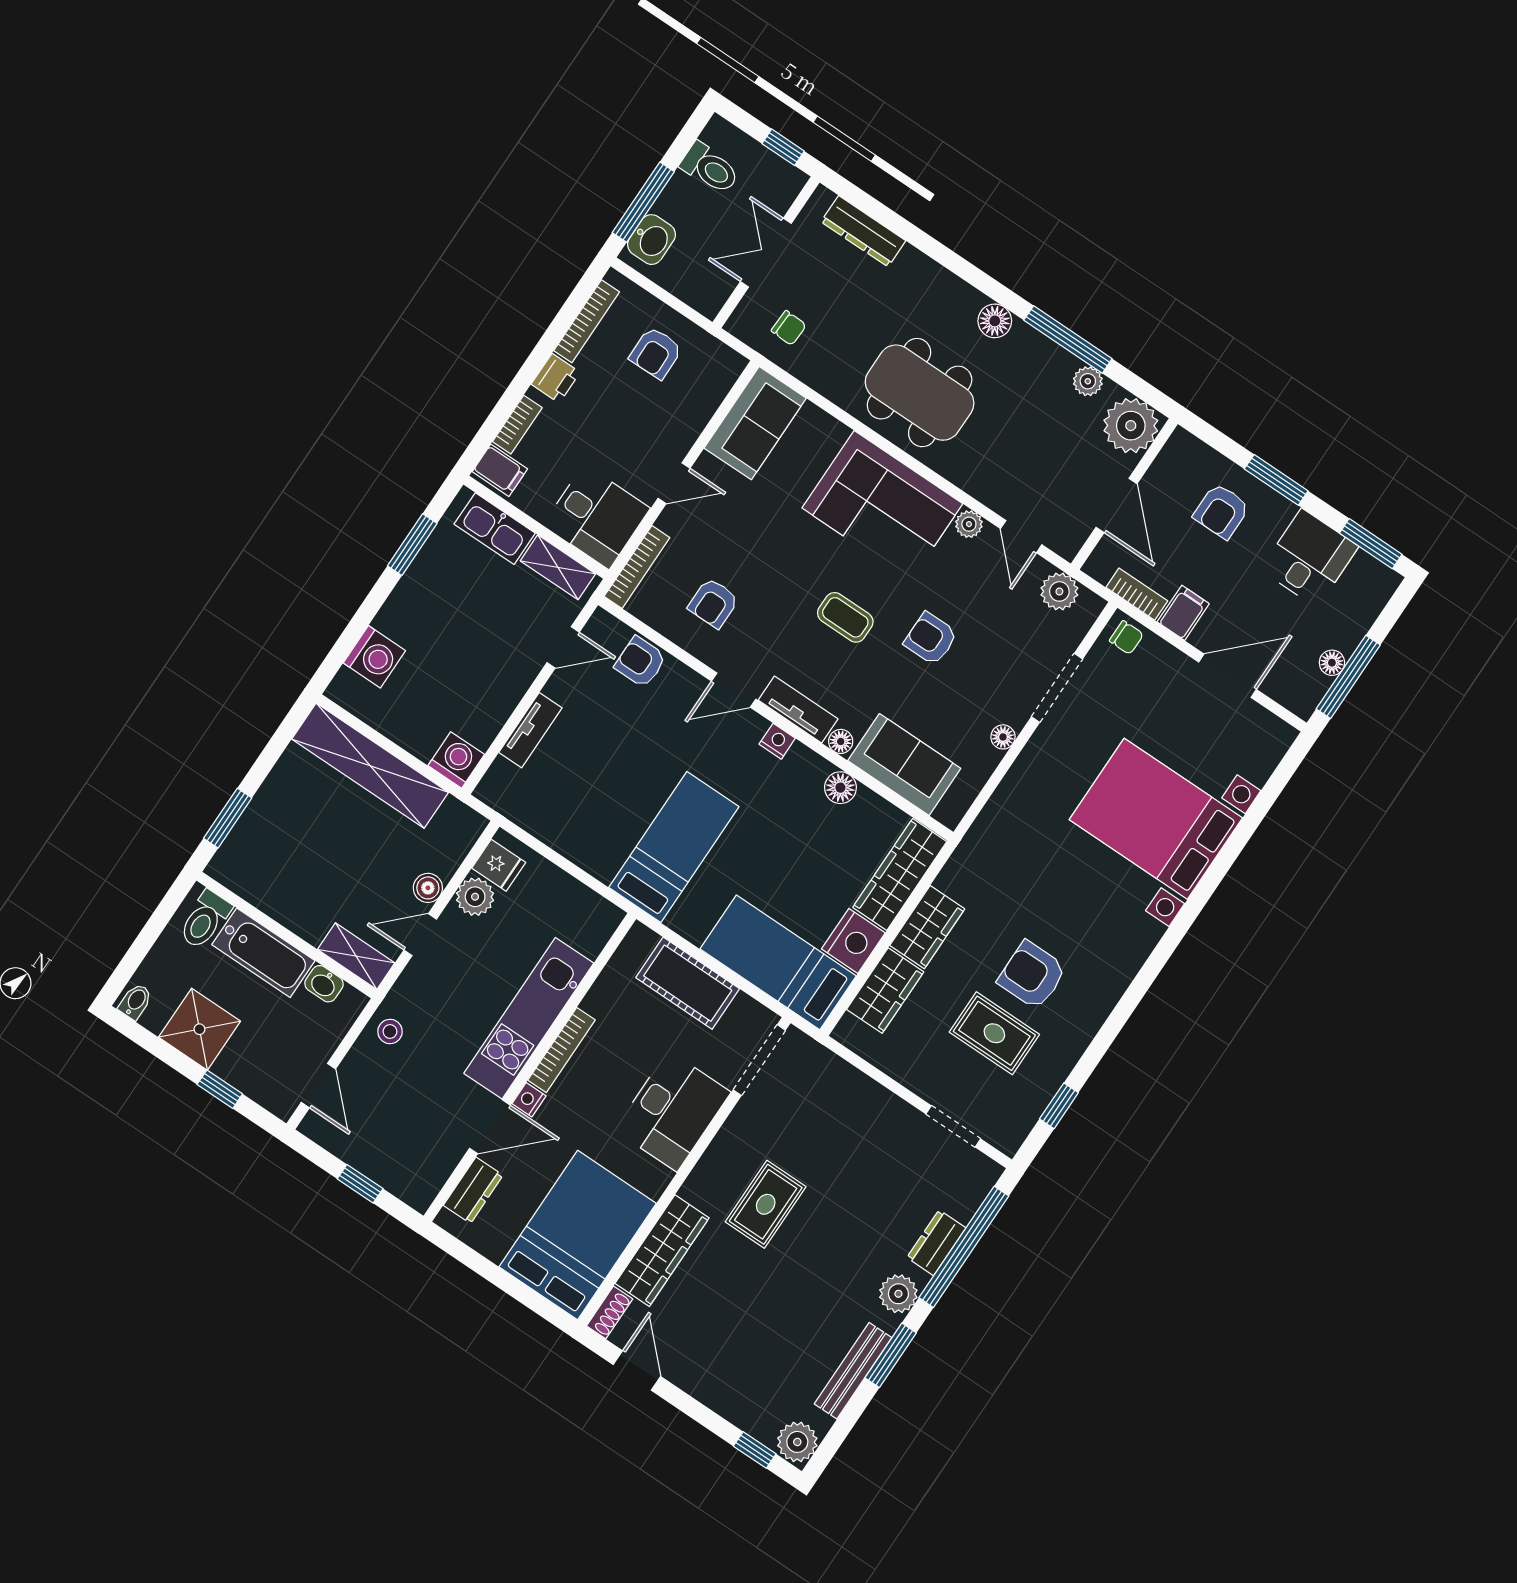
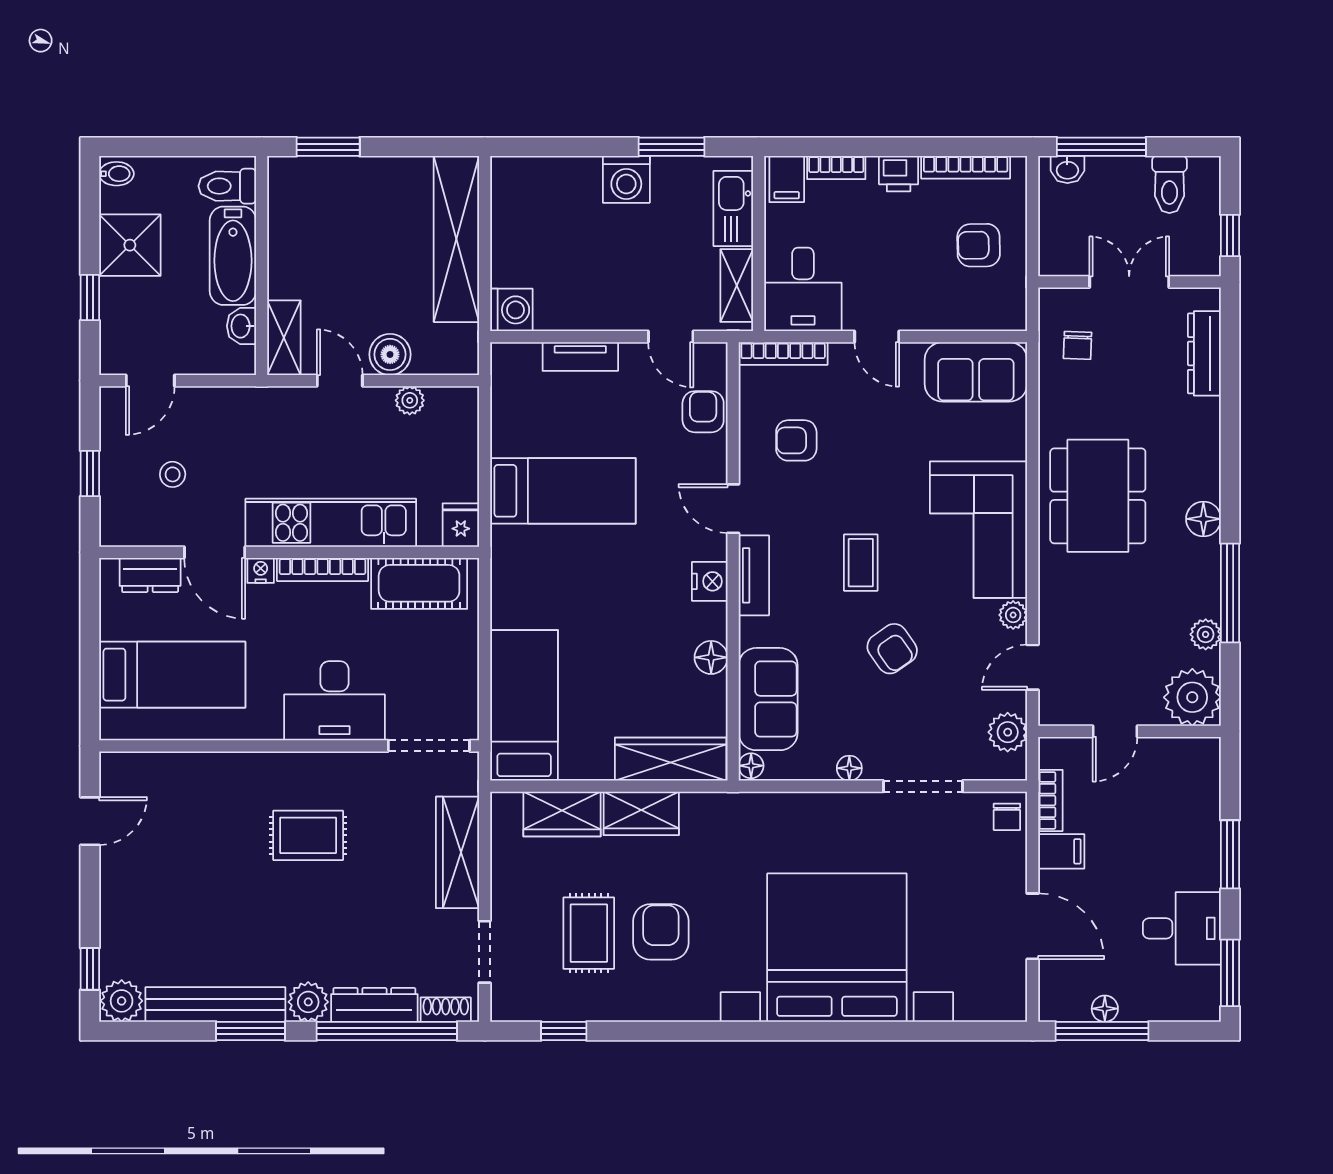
washbasin: (652, 240) -> (1067, 169), width x0.72, depth x0.69
door: (1116, 505) -> (1115, 731), width x0.73
armchair: (1221, 511) -> (1171, 825), removed
armchair: (931, 639) -> (892, 649), turned 145
washing machine: (374, 657) -> (626, 179), moved
nightstand: (777, 741) -> (710, 581), width x1.39, depth x1.35
floor lamp: (841, 741) -> (751, 766), moved
bed with nightstands: (1156, 819) -> (837, 948), width x1.36
bed: (674, 847) -> (563, 491), moved
fridge: (499, 865) -> (461, 525), moved, turned 180
boiler: (428, 888) -> (390, 354), width x1.36, depth x1.36
plant: (475, 897) -> (410, 400), width x0.73, depth x0.73
nightstand: (853, 941) -> (586, 758), removed
cot: (688, 983) -> (419, 583), moved, turned 90
stool: (390, 1032) -> (173, 474), moved
bed: (578, 1235) -> (172, 675), width x0.67
dresser: (936, 1243) -> (374, 1005), width x1.44
wardrobe: (662, 1251) -> (458, 852), moved, turned 90
shoe rack: (610, 1312) -> (446, 1010), moved, turned 180
bench: (853, 1371) -> (215, 1004), width x1.37, depth x1.21

